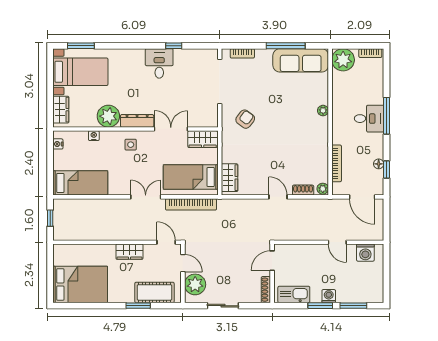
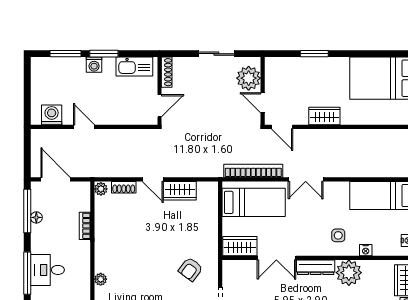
side table: (131, 145) -> (338, 235), moved
bookcase: (337, 163) -> (85, 226), width x0.64
window: (386, 169) -> (27, 211), width x2.17
wardrobe: (230, 178) -> (180, 191), moved, turned -90
cot: (154, 292) -> (295, 69), removed

